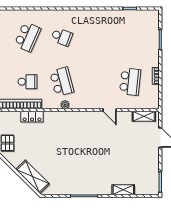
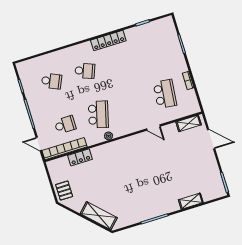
locker: (93, 15) -> (108, 41), added
school desk: (28, 37) -> (52, 81), width x0.54
school desk: (62, 82) -> (98, 114), turned 30

